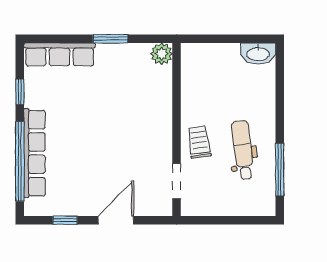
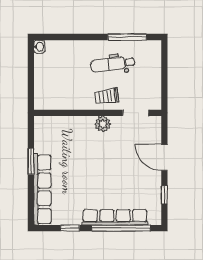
row of seats: (60, 54) -> (42, 189), width x1.36
plant: (162, 54) -> (103, 124), moved
washbasin: (258, 54) -> (39, 47), width x0.52, depth x0.69

